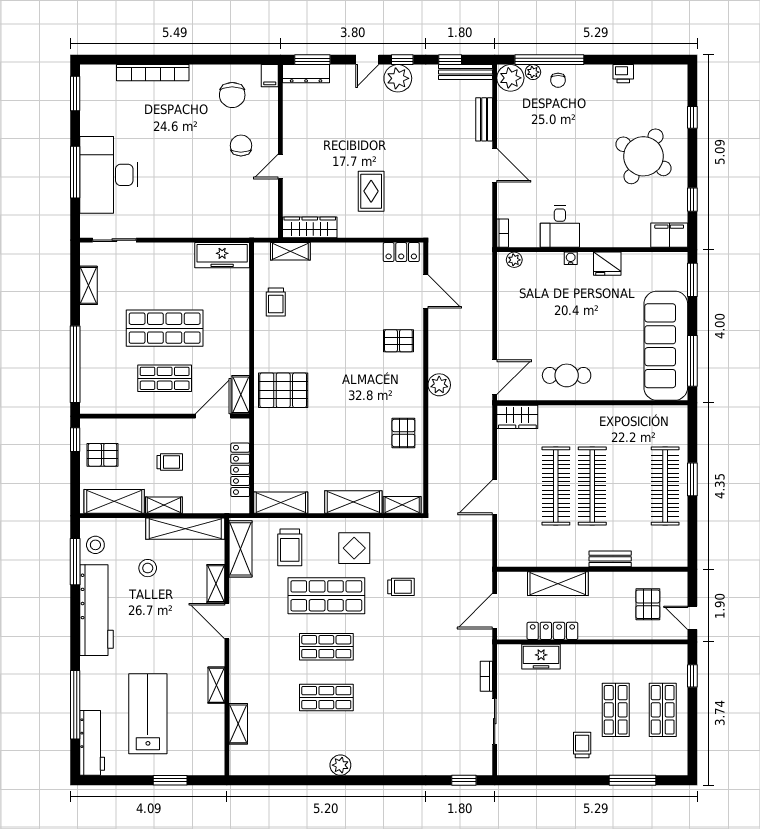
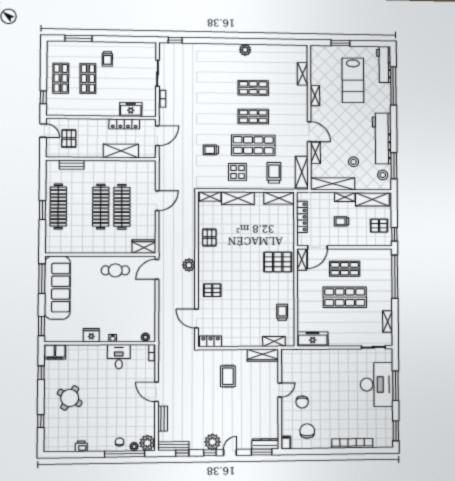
round table: (643, 156) -> (70, 398), width x0.73, depth x0.73
bench: (610, 559) -> (72, 165), moved

